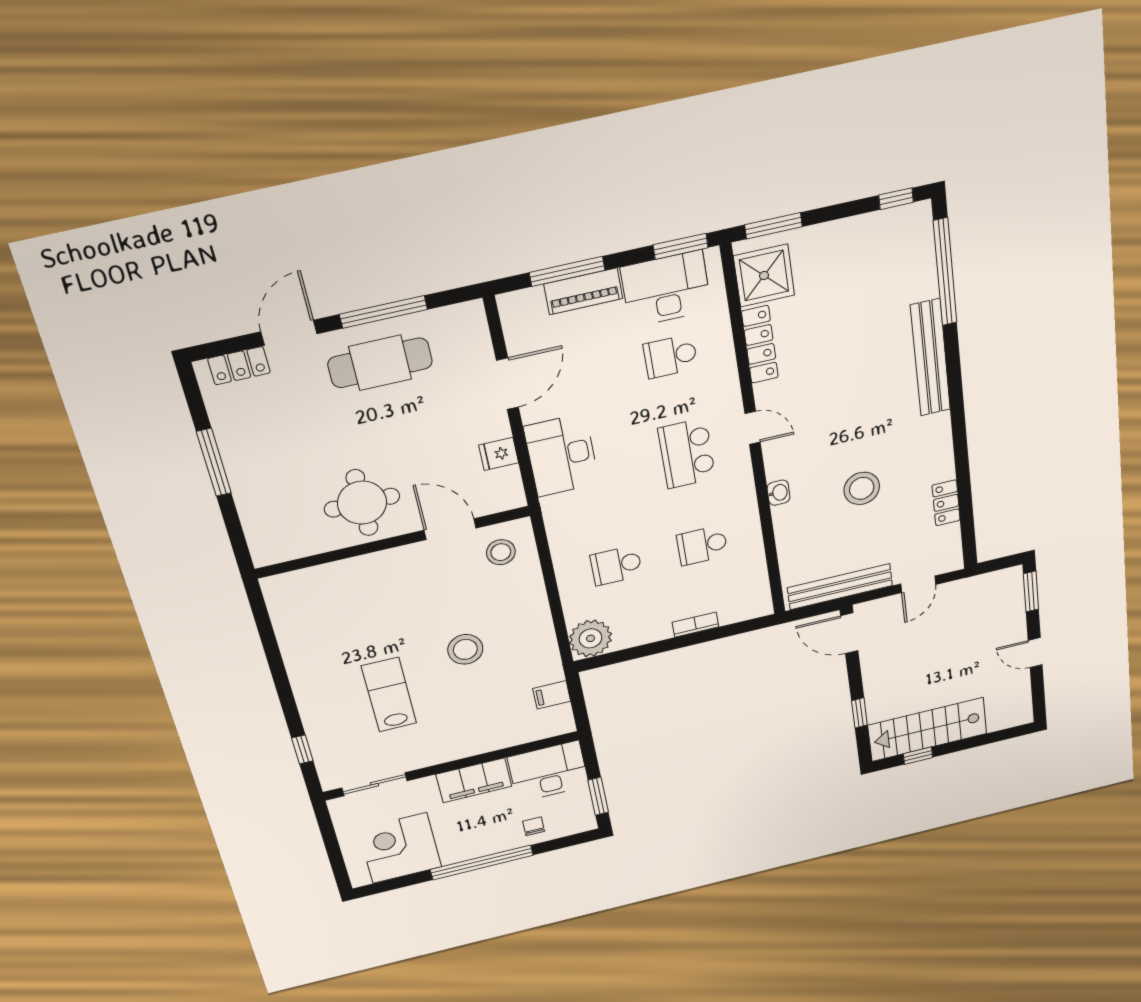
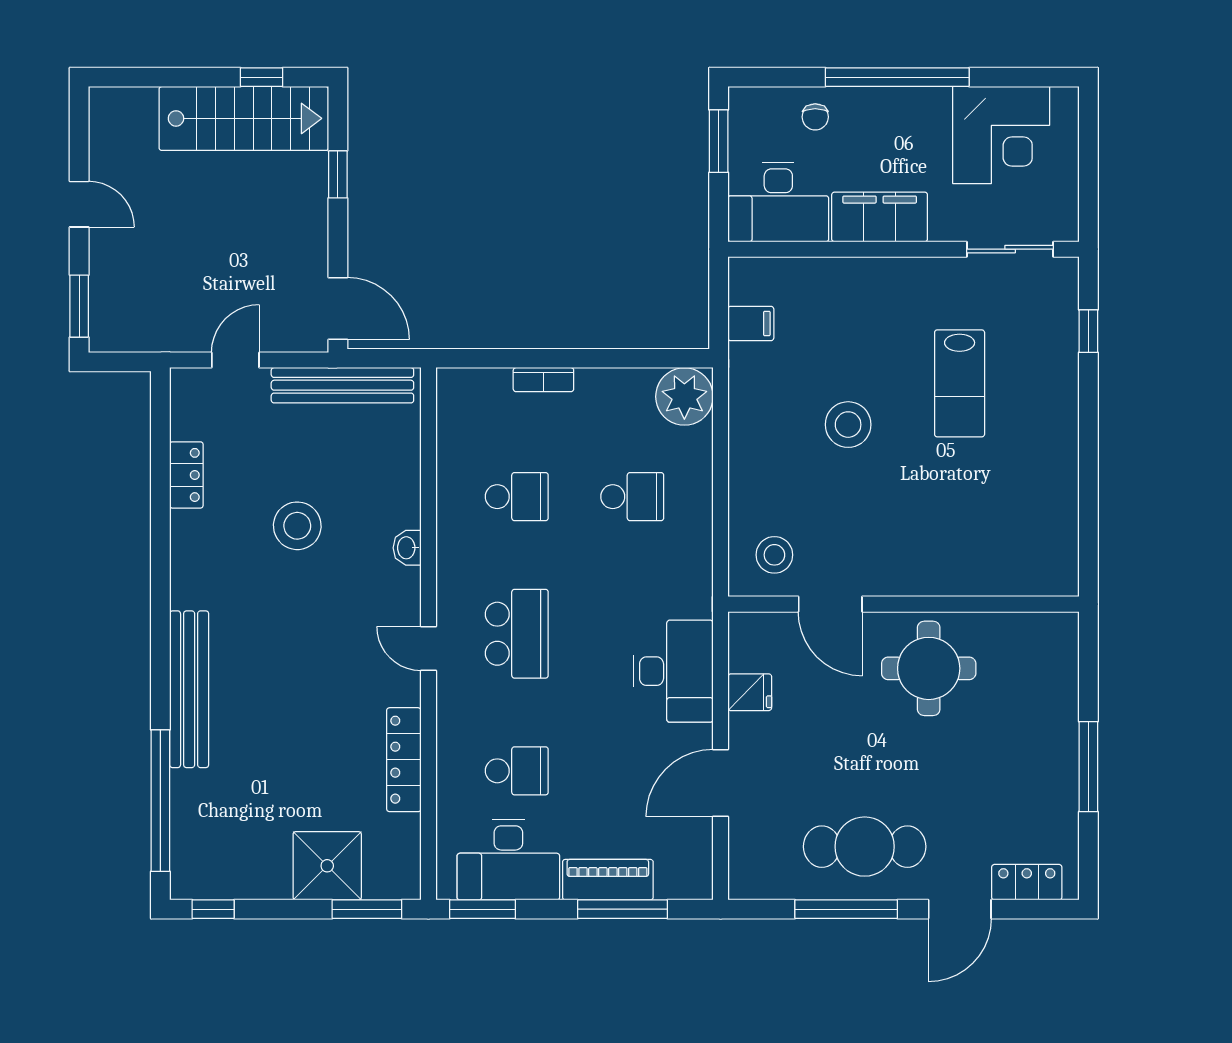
shower: (764, 276) -> (327, 866), moved

